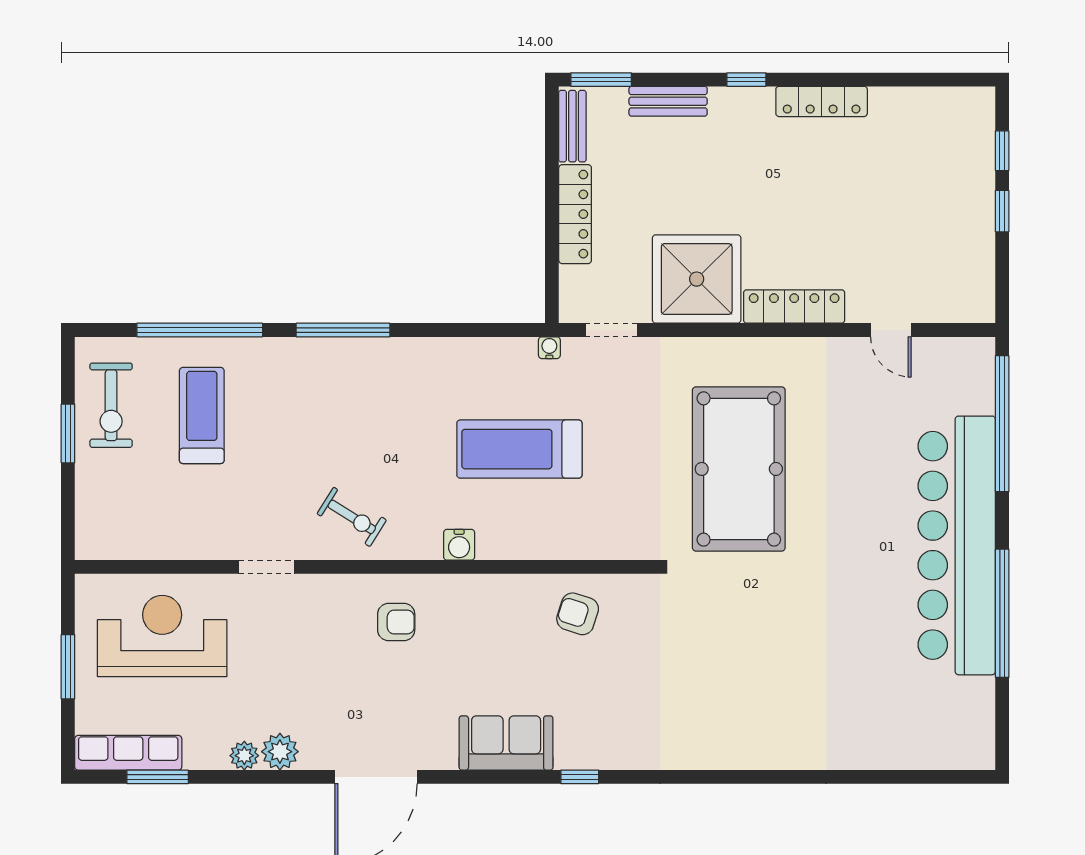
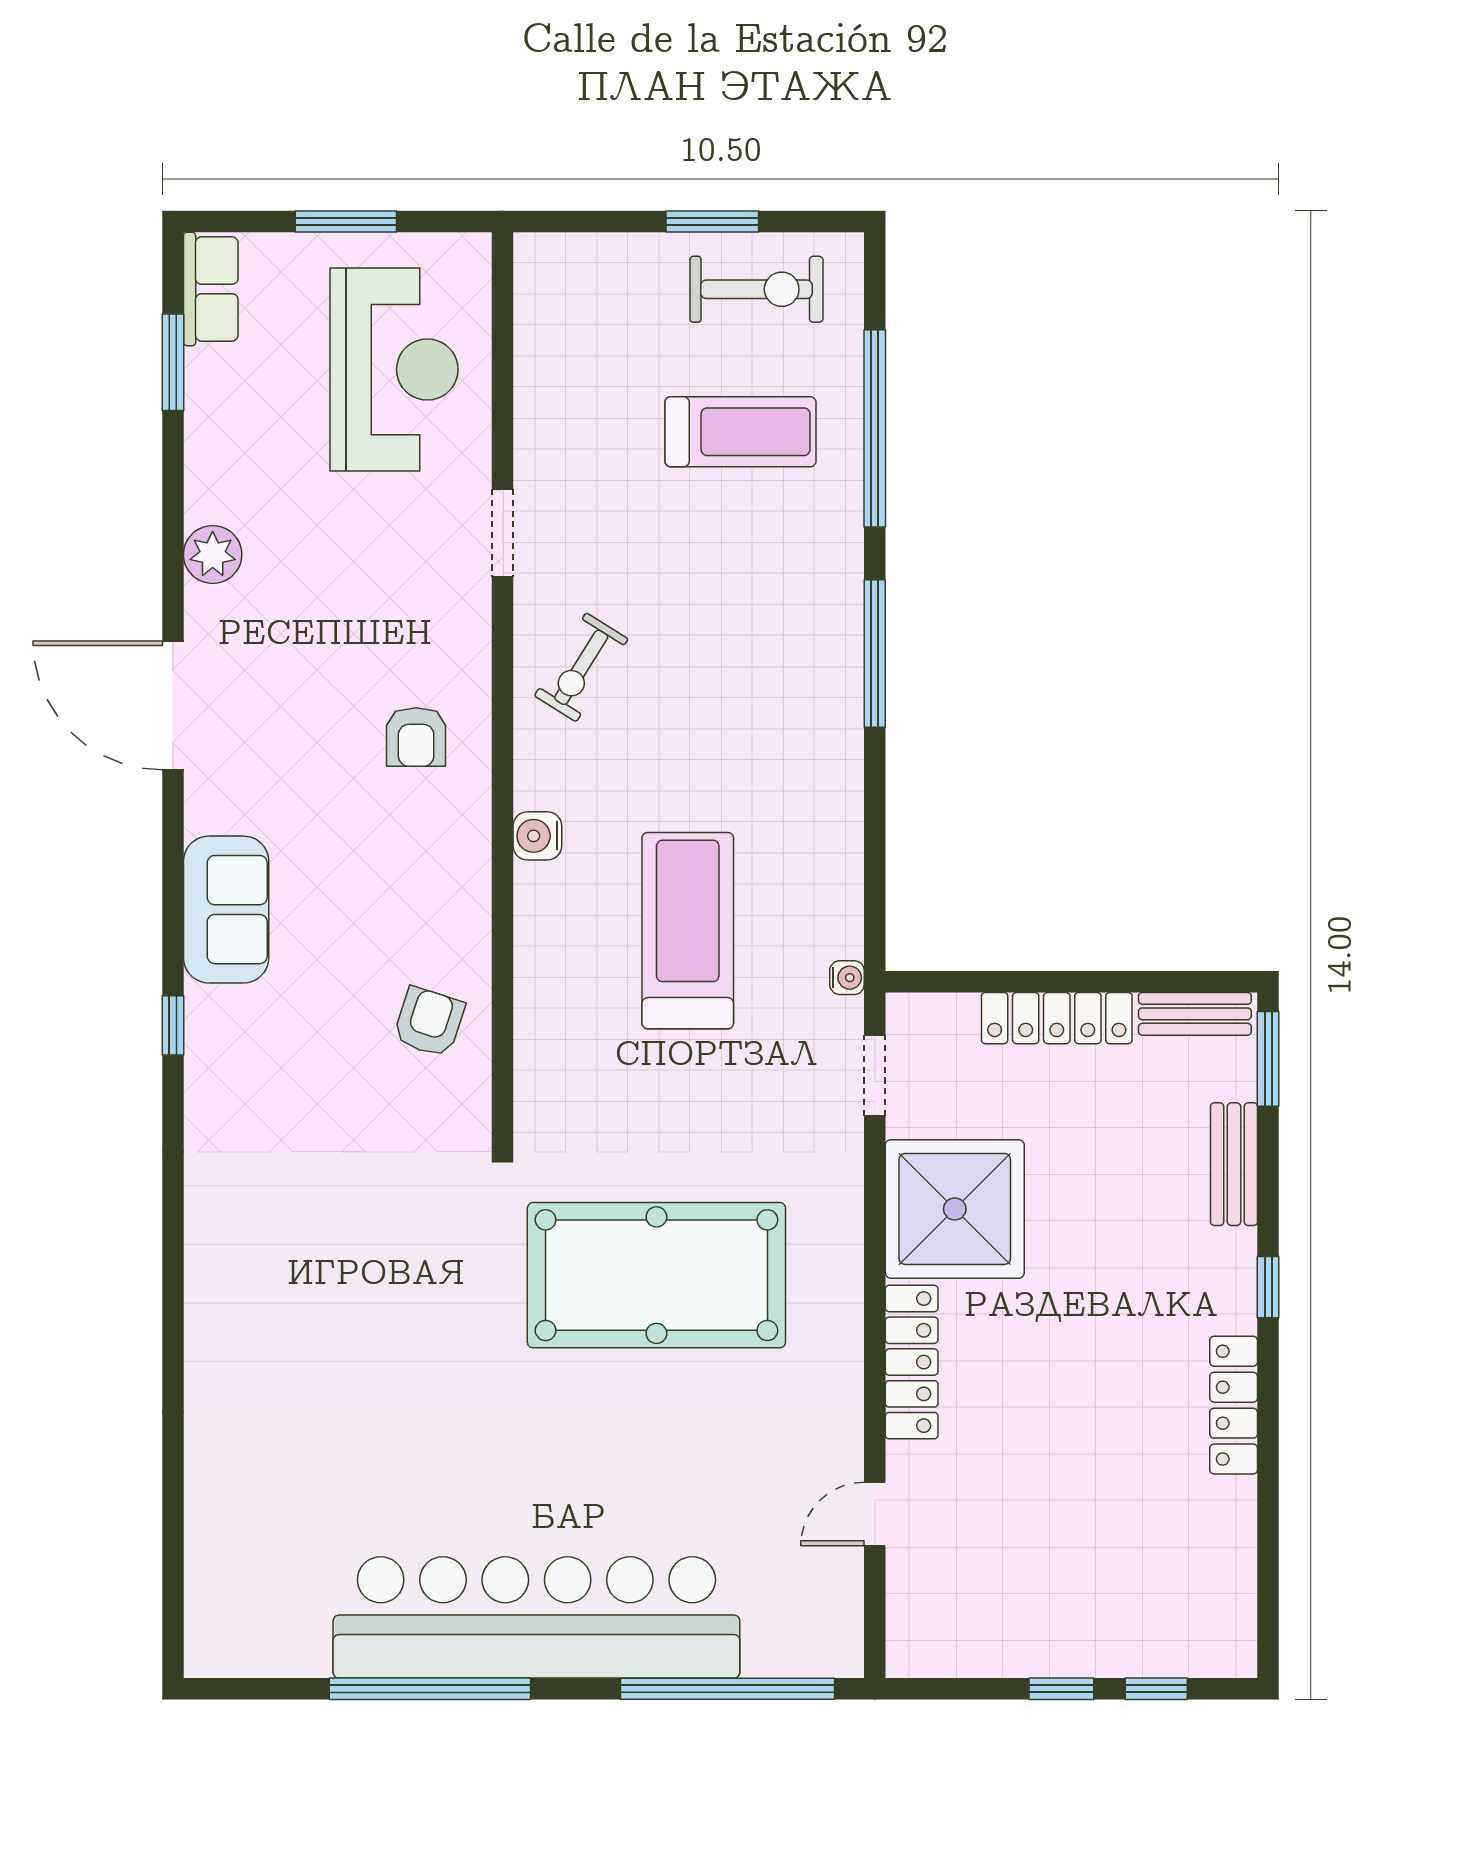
exercise bike: (111, 405) -> (757, 289), turned 180
row of seats: (128, 753) -> (211, 289), width x0.68
plant: (244, 756) -> (206, 498), removed

